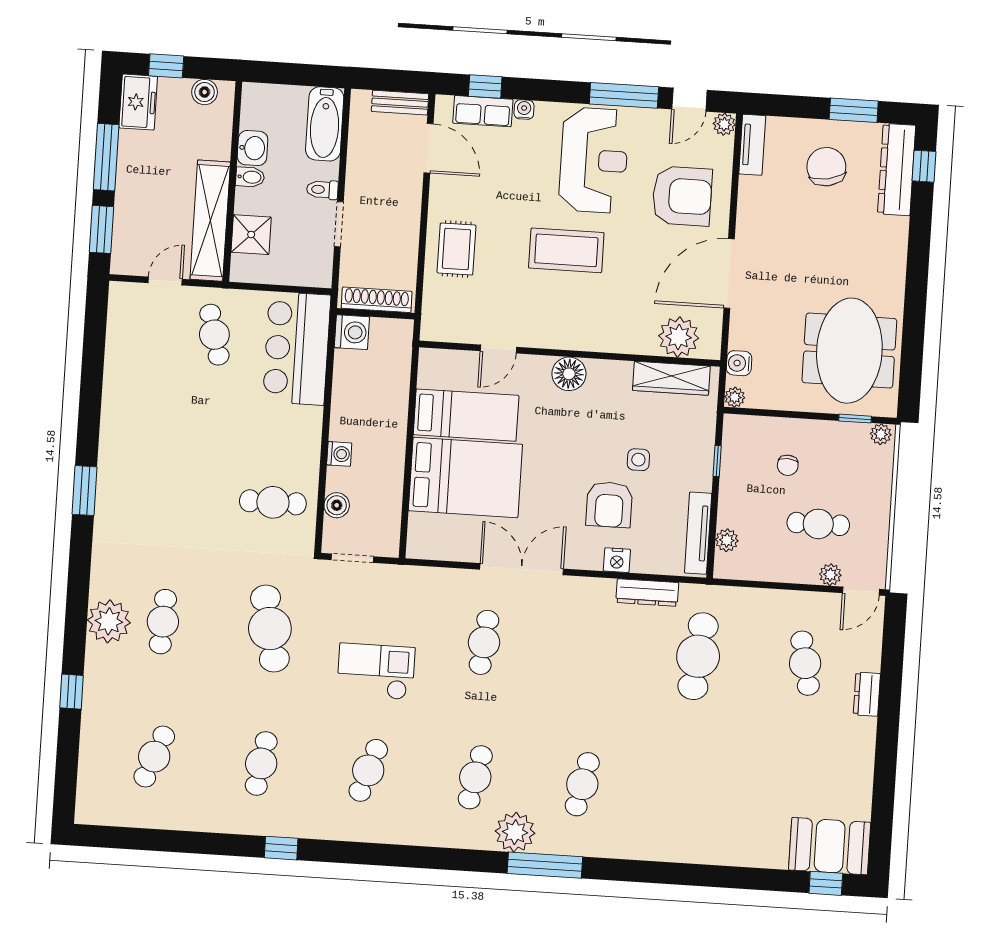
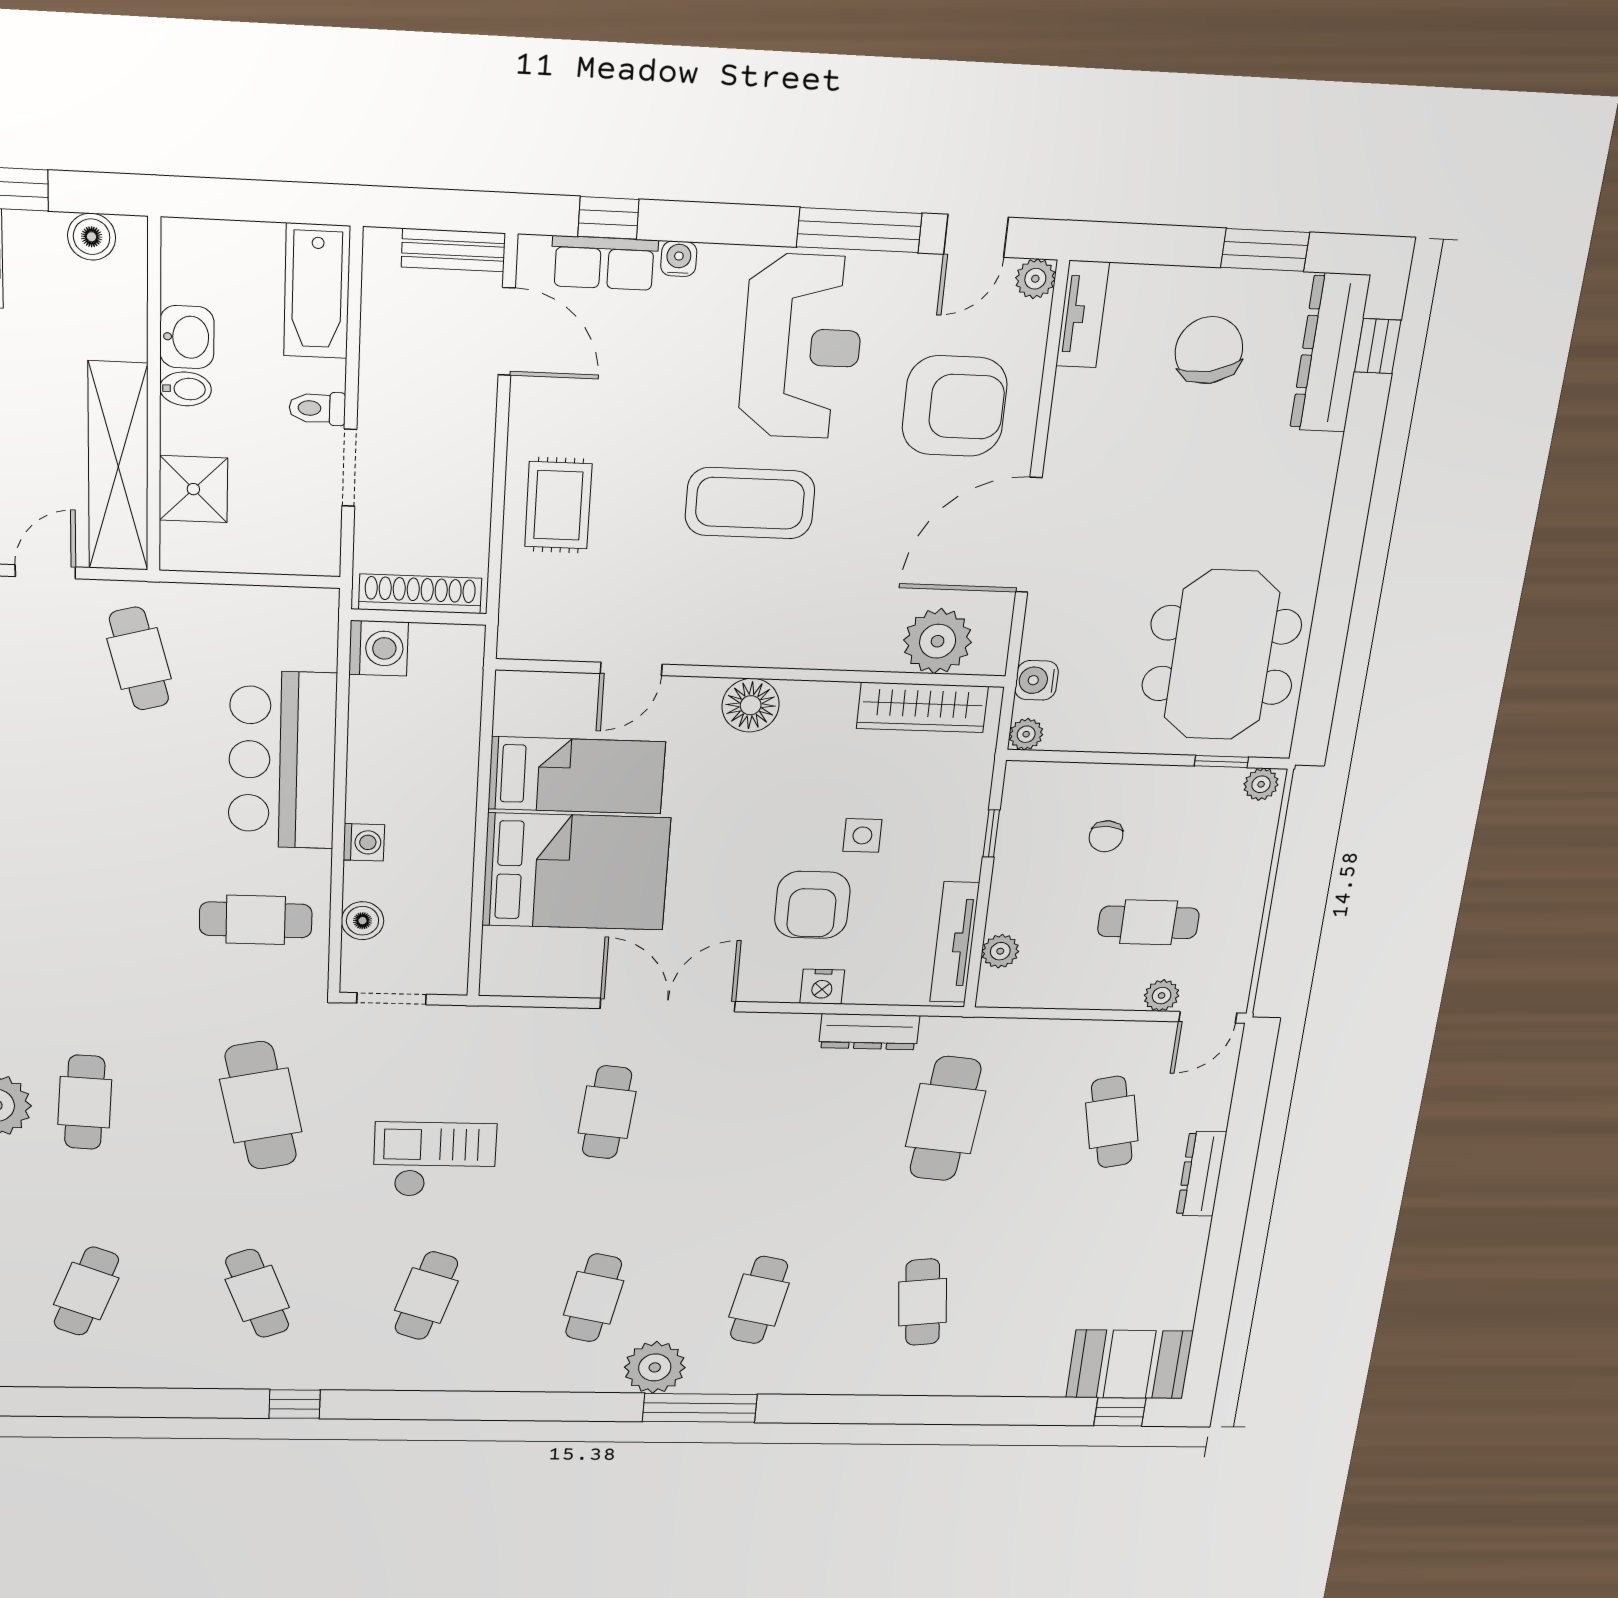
bar counter: (297, 348) -> (282, 760), moved
dresser: (867, 694) -> (1201, 1174), width x1.44
cafe table: (261, 763) -> (257, 1293), turned -30
cafe table: (689, 791) -> (923, 1302), added

